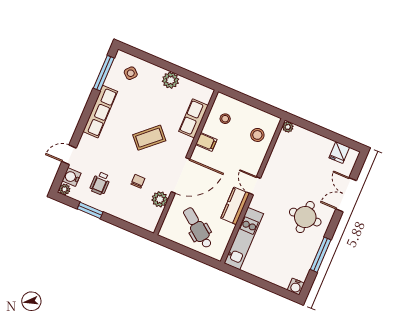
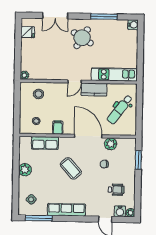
window: (90, 210) -> (138, 160), moved
round table: (305, 217) -> (82, 38), turned 32

